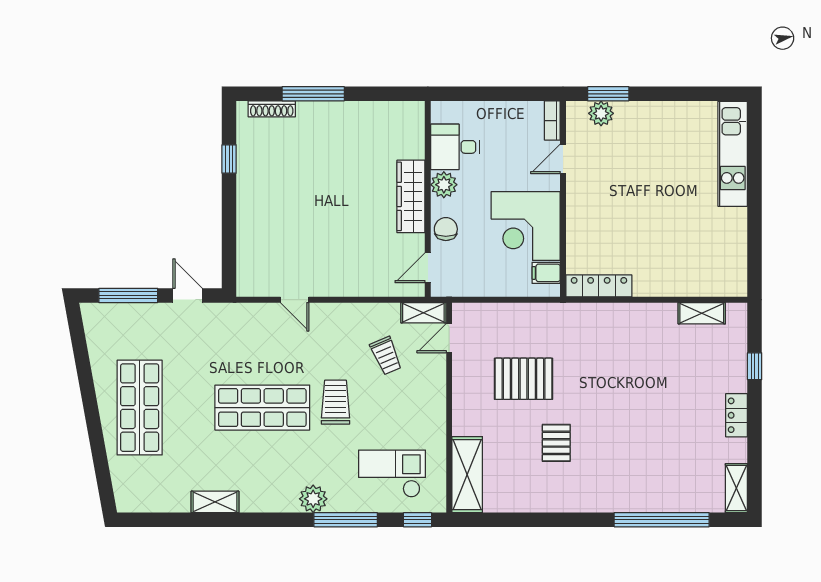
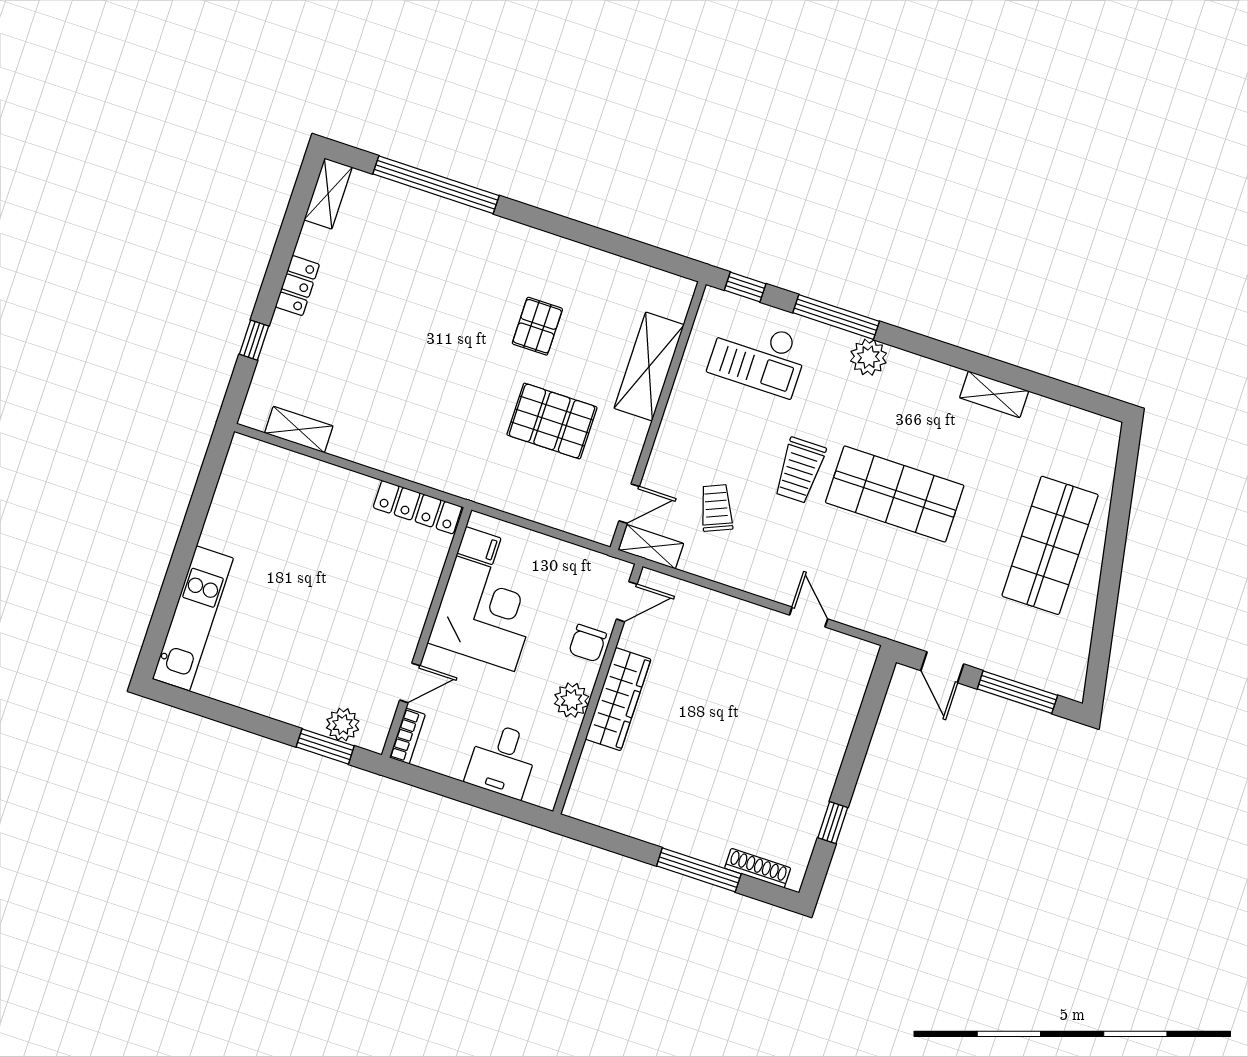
desk: (455, 147) -> (502, 761), moved, turned 90
shelving: (467, 475) -> (649, 366), moved

